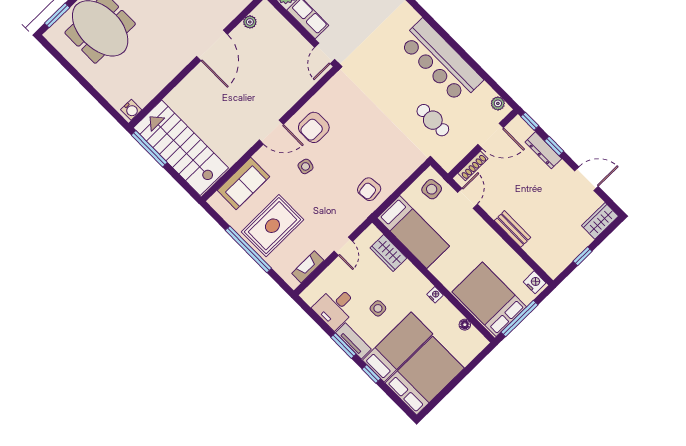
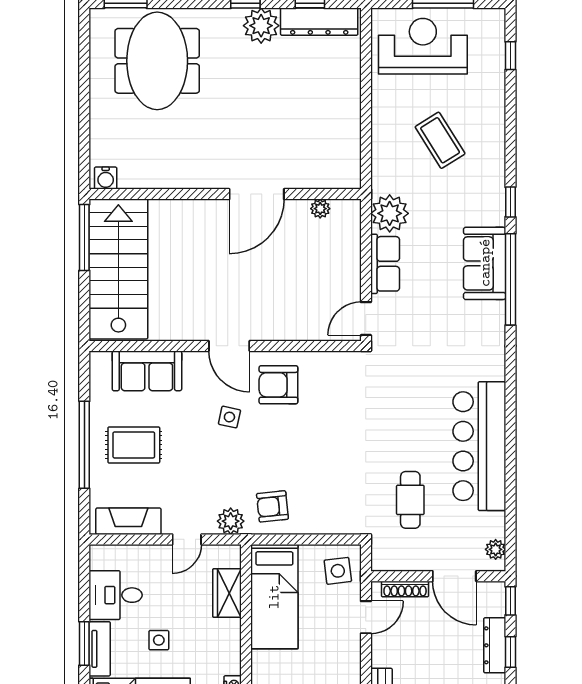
plant: (356, 216) -> (231, 521), added
rug: (272, 226) -> (134, 445), width x0.73, depth x0.70
fireplace: (308, 267) -> (128, 521), width x1.37, depth x1.32

